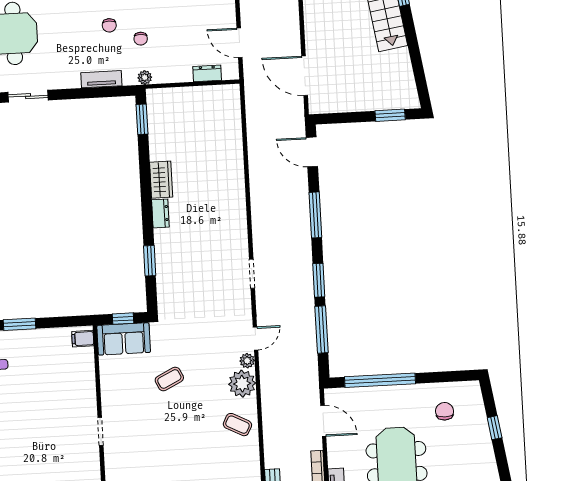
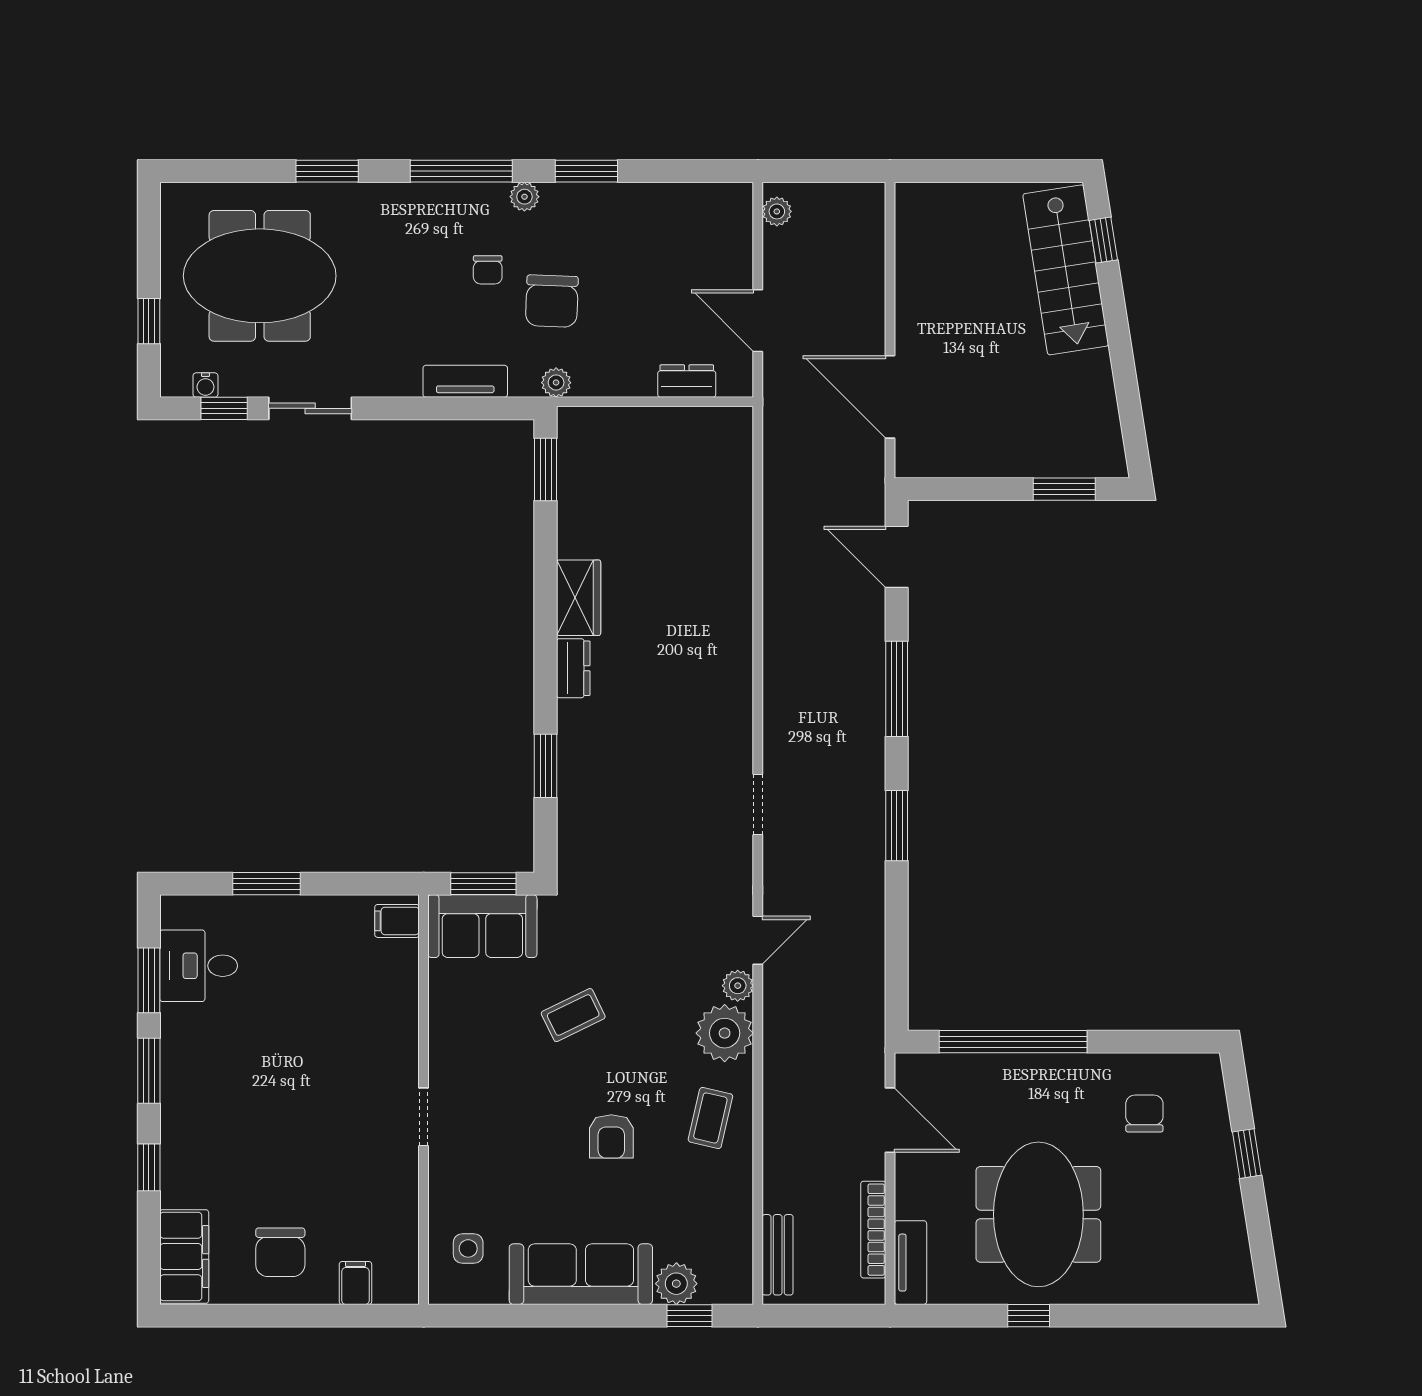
chair: (141, 39) -> (552, 301), width x1.87, depth x1.87
window: (123, 319) -> (483, 884), width x1.50
window: (322, 330) -> (897, 929), removed
coffee table: (237, 425) -> (710, 1118), turned 76
armchair: (191, 436) -> (611, 1136), added

